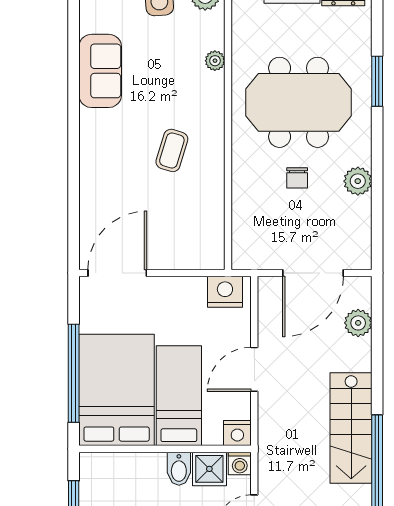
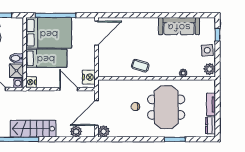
sofa: (100, 71) -> (179, 26), width x1.36
coffee table: (172, 150) -> (140, 66), moved
plant: (358, 181) -> (104, 131), moved
door: (117, 273) -> (96, 33), hinge flipped
door: (313, 273) -> (96, 113), hinge flipped
door: (254, 369) -> (69, 89), moved

